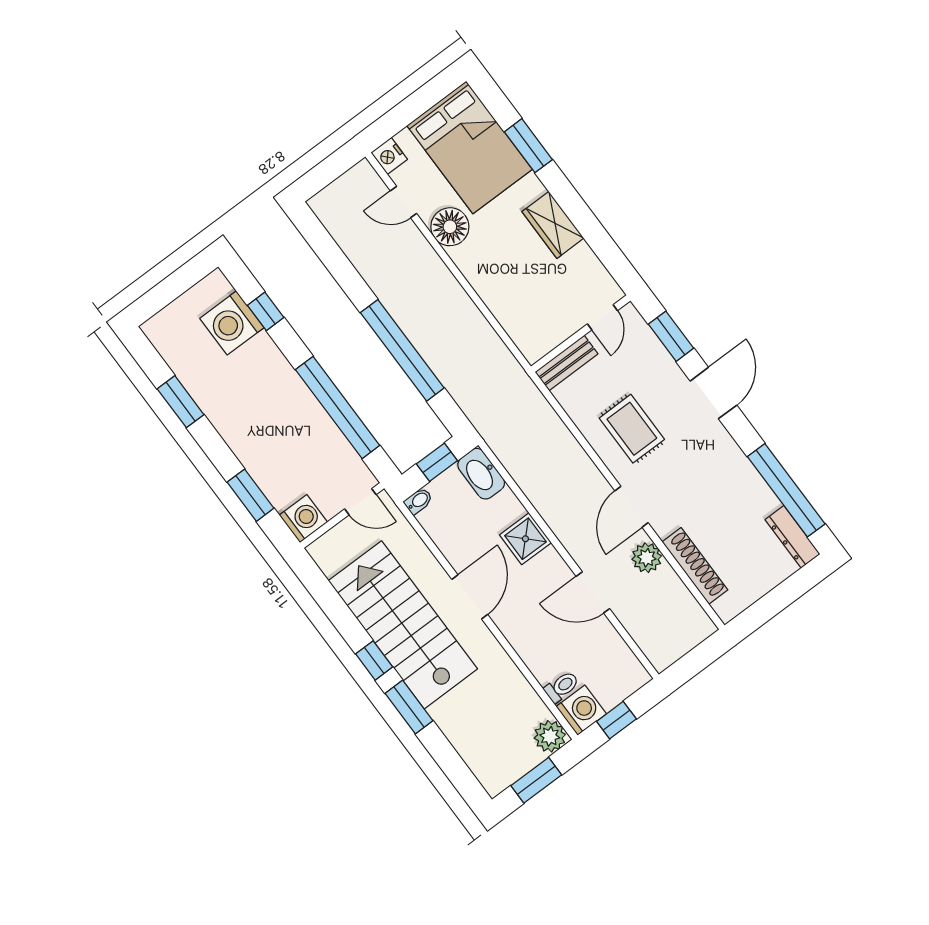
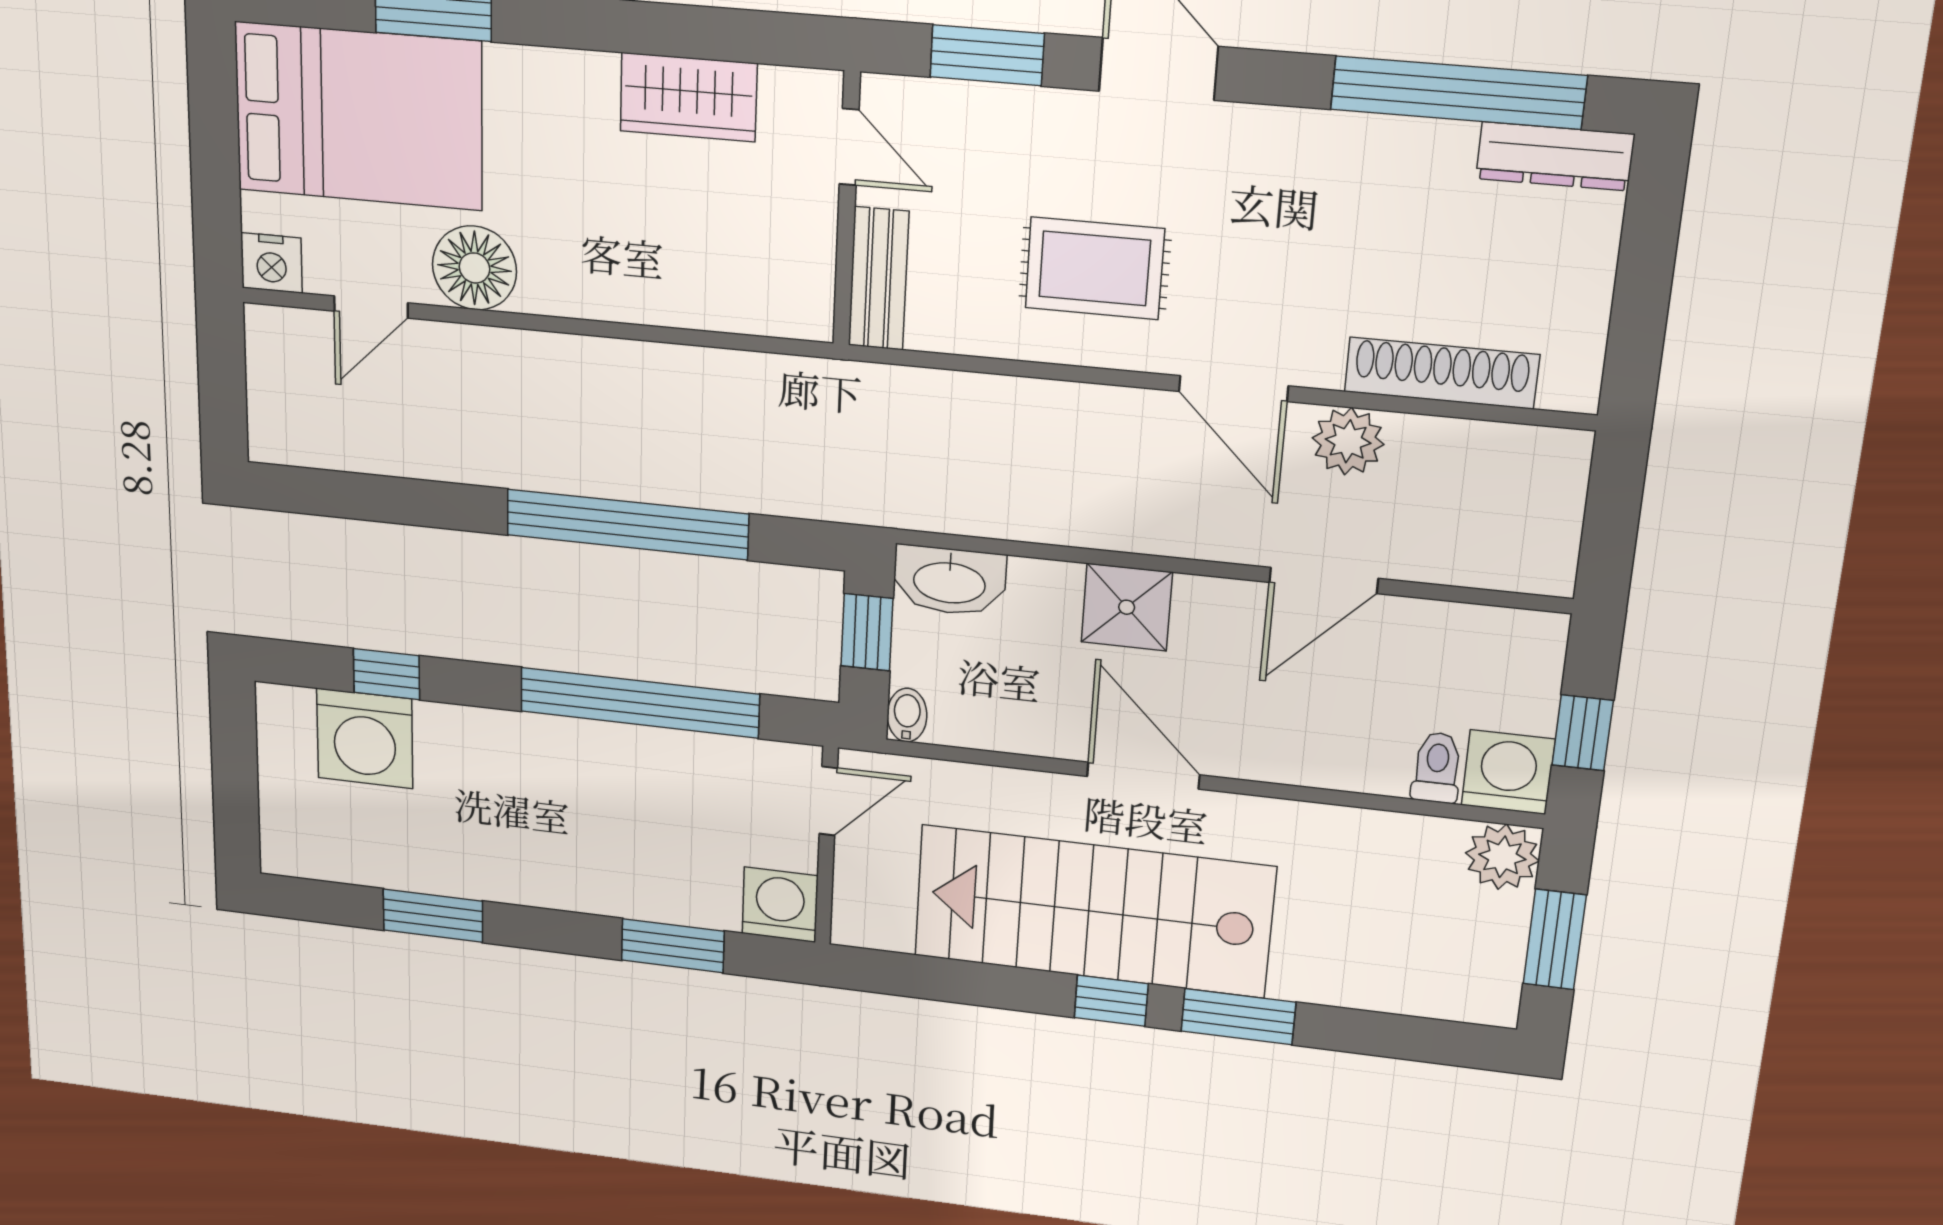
wardrobe: (553, 225) -> (688, 97), moved

